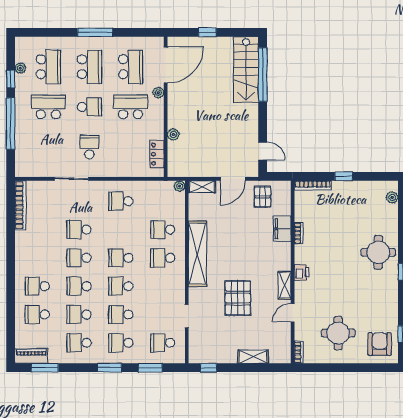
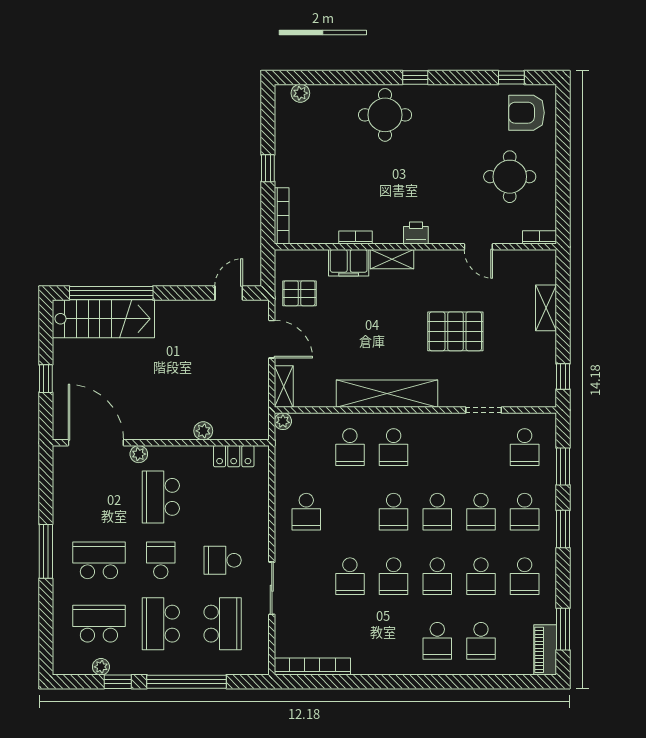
school desk: (130, 67) -> (223, 624), moved, turned 90
shelving: (285, 285) -> (392, 259), moved

